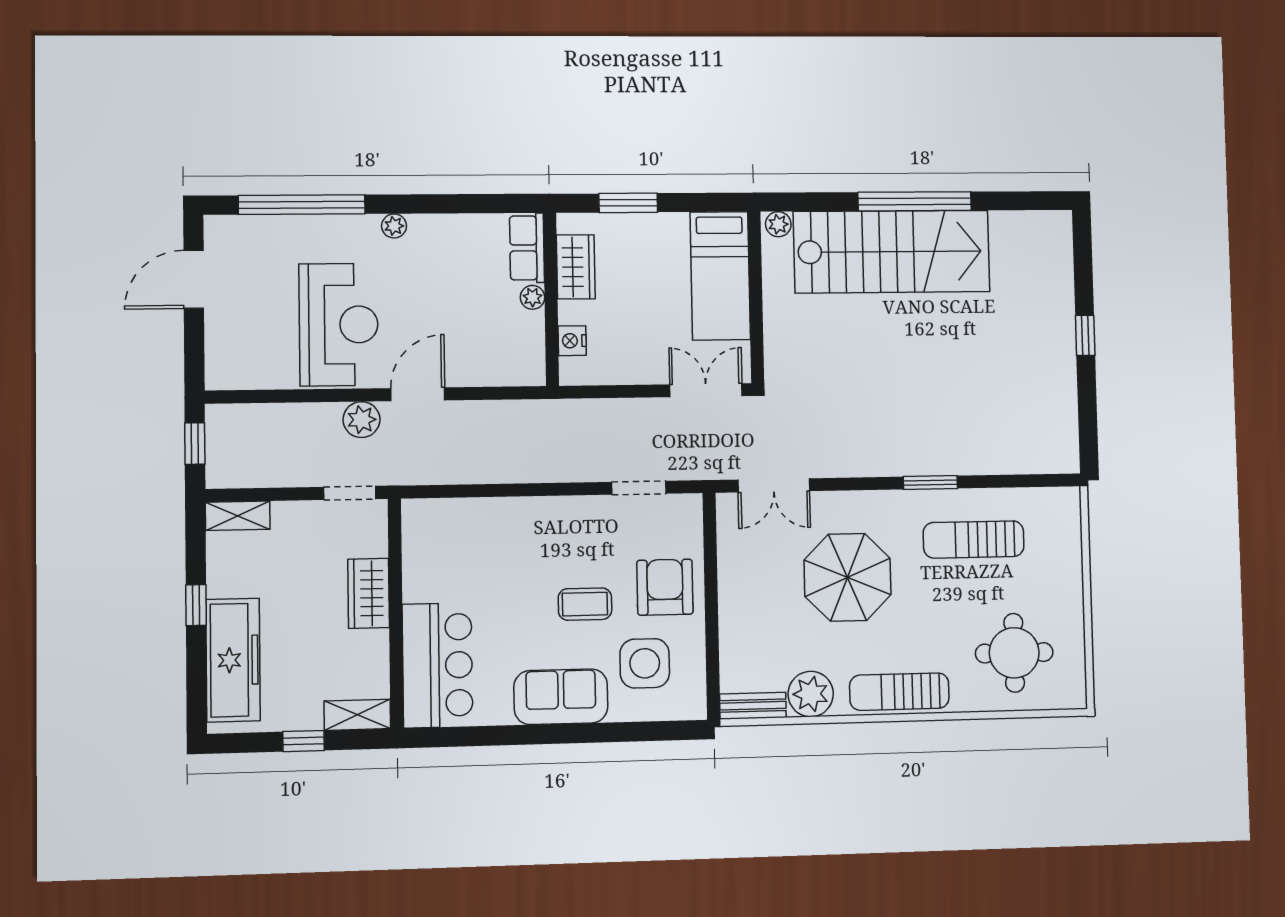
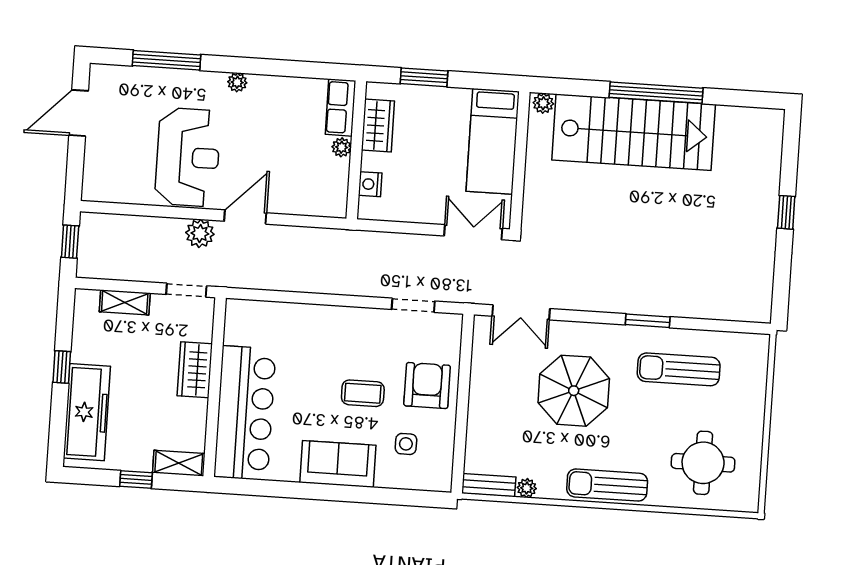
window: (302, 205) -> (166, 60), width x0.68
shelving: (238, 516) -> (125, 302), moved
side table: (645, 663) -> (406, 444), width x0.54, depth x0.54
bar counter: (438, 665) -> (245, 413), width x1.36
plant: (811, 694) -> (527, 488), width x0.53, depth x0.53

